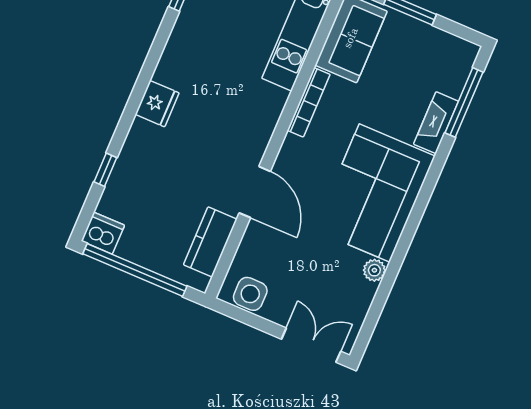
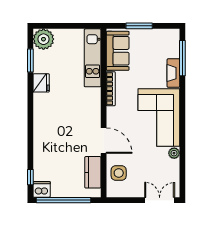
fridge: (157, 104) -> (41, 83), moved
window: (105, 170) -> (30, 177), moved
side table: (250, 294) -> (119, 173), moved

